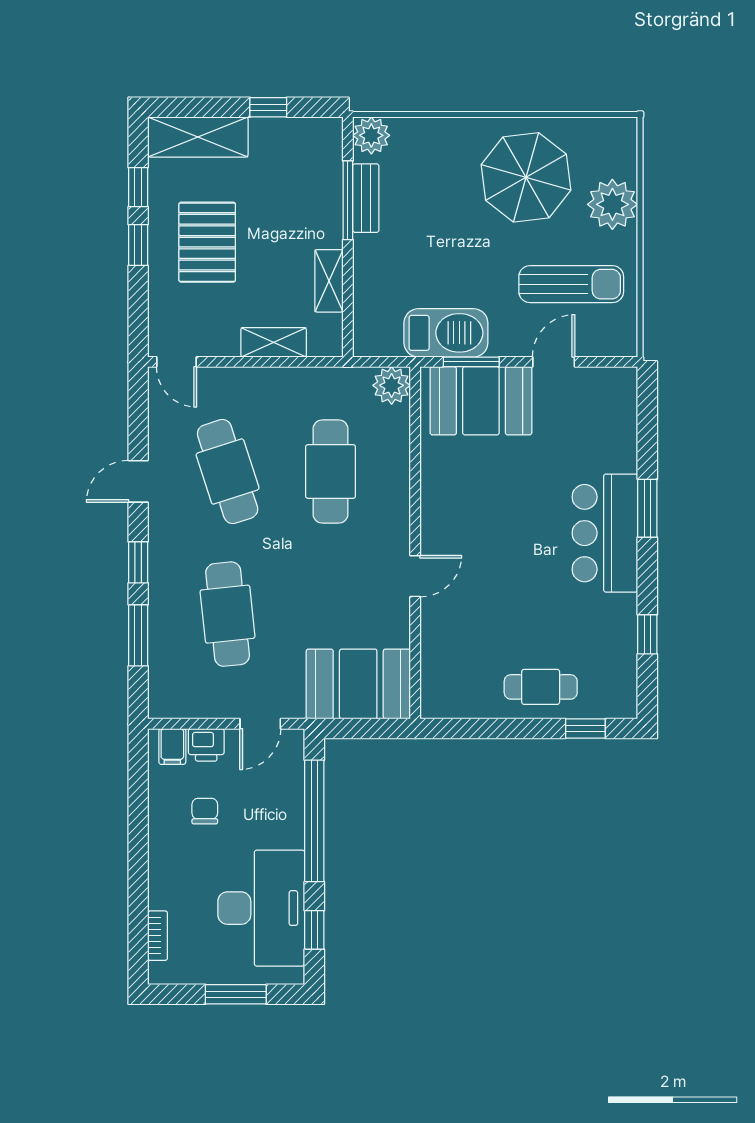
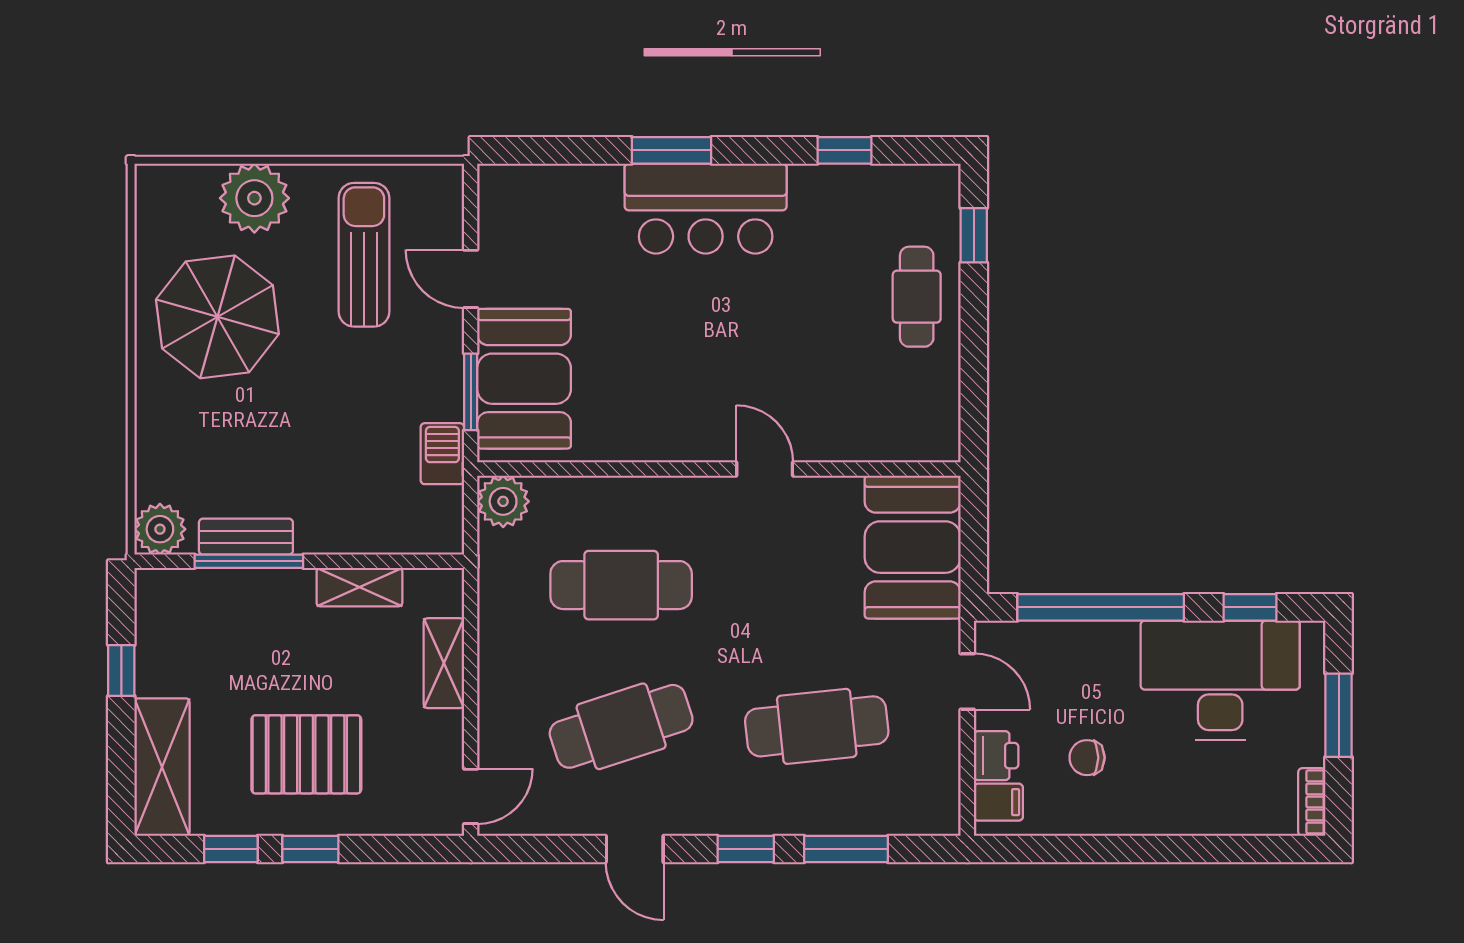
barbecue: (446, 333) -> (442, 454), width x0.53, depth x0.65
bookcase: (158, 936) -> (1312, 802), moved, turned -90

